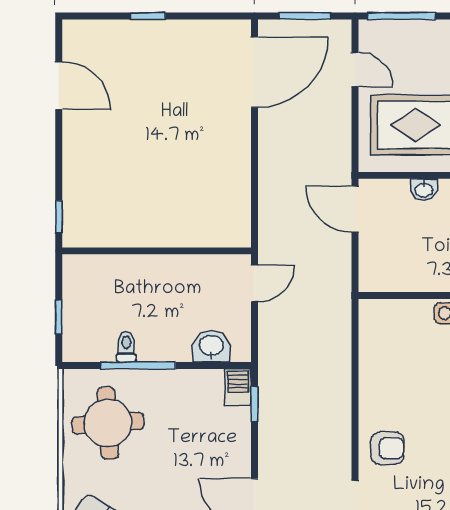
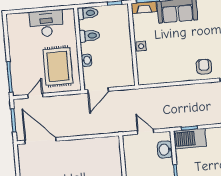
door: (254, 283) -> (146, 132), moved
barbecue: (238, 387) -> (190, 139), width x1.88, depth x1.53

